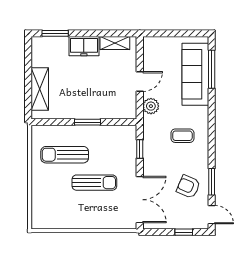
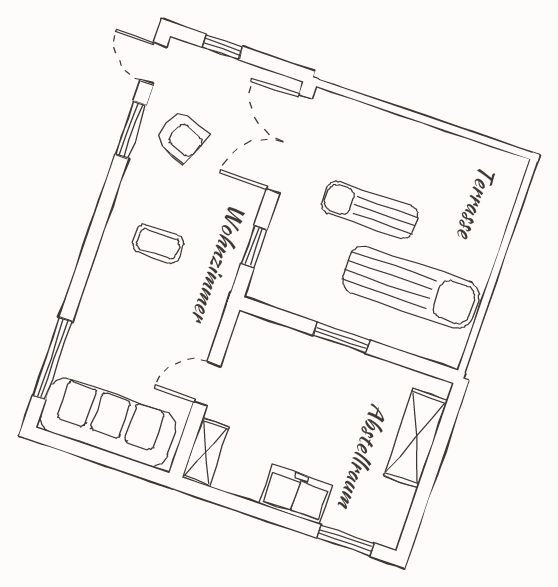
shelving: (115, 43) -> (206, 452), moved, turned 90
sofa: (195, 74) -> (108, 422), moved, turned -90
plant: (151, 106) -> (202, 326), removed
sun lounger: (65, 155) -> (411, 287), width x1.36, depth x1.34

